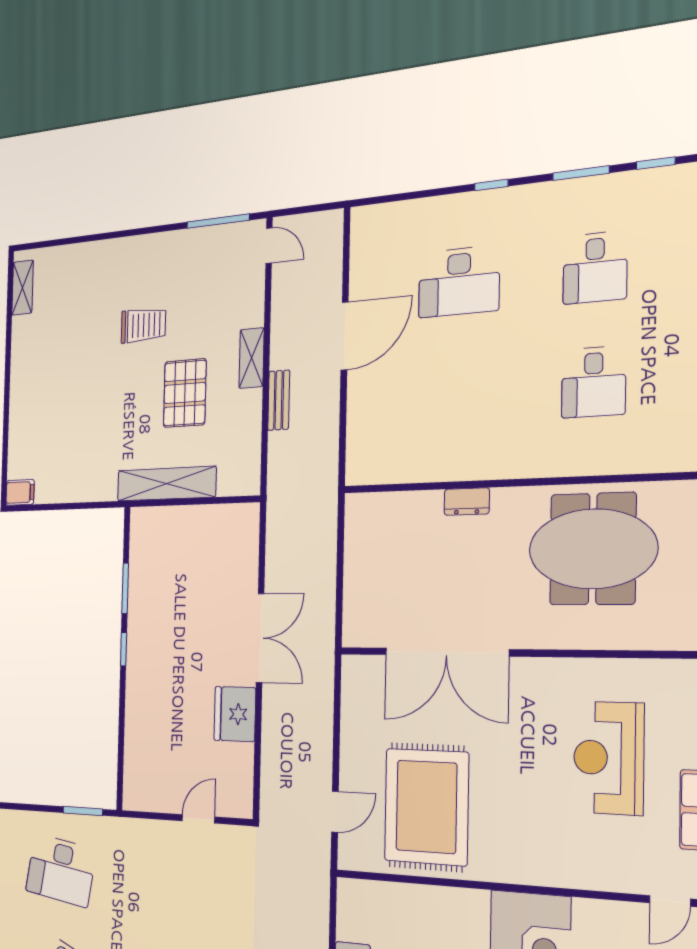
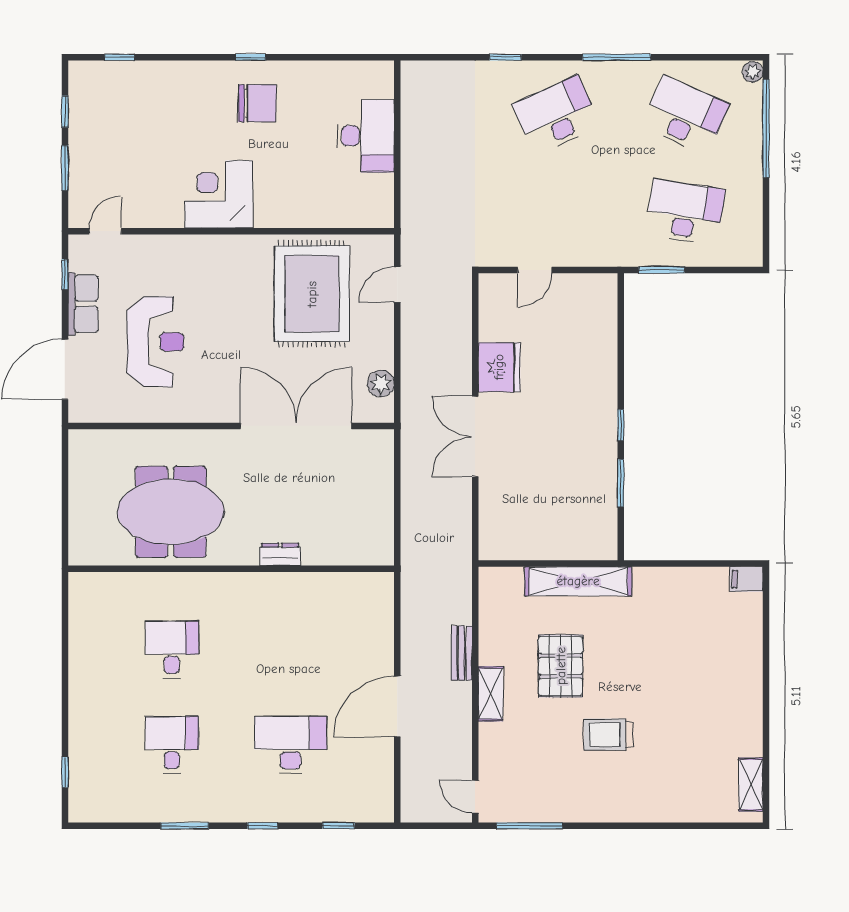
window: (656, 163) -> (338, 826), moved
plant: (354, 699) -> (381, 384), added

